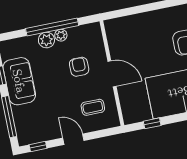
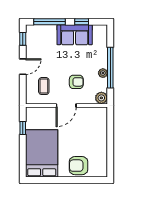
plant: (46, 40) -> (101, 98), moved

